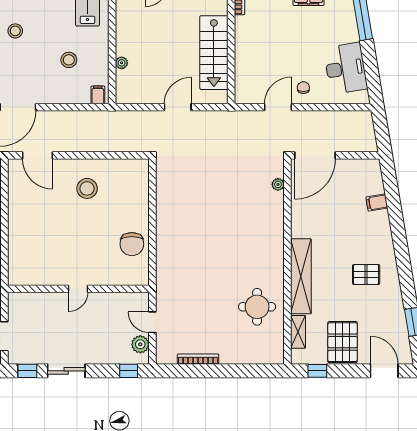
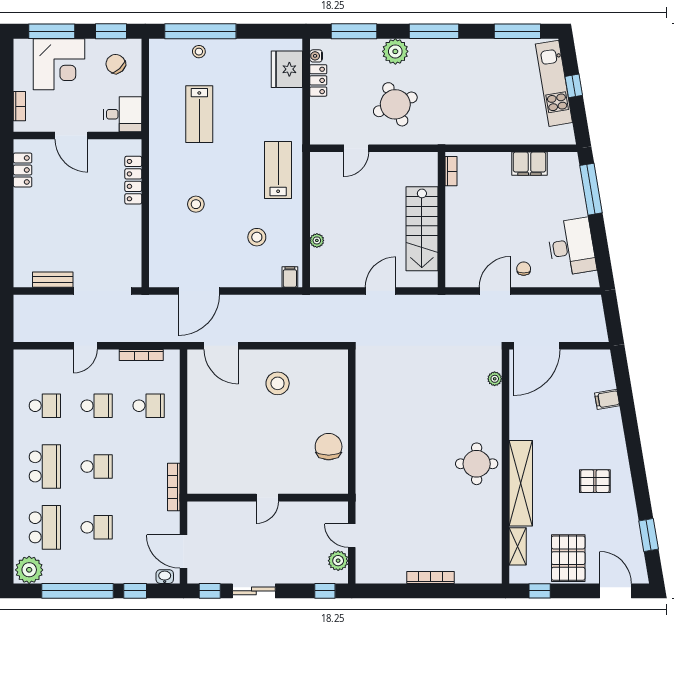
chair: (132, 244) -> (329, 447), turned 180
round table: (257, 307) -> (477, 464), moved
bookcase: (198, 359) -> (430, 578), moved

